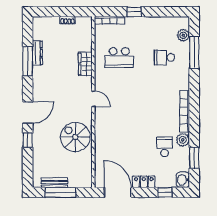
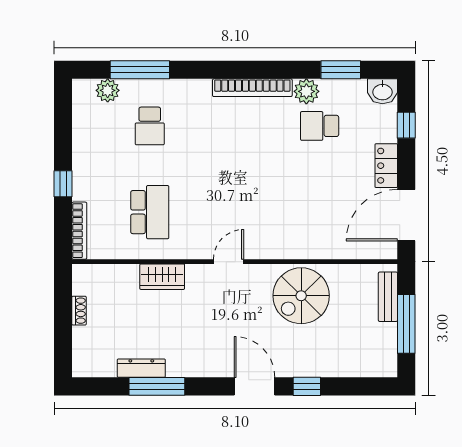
bench: (54, 183) -> (388, 297), moved

